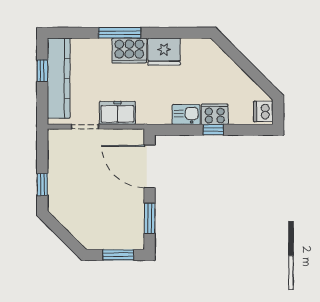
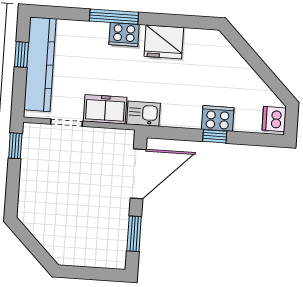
cooker: (129, 51) -> (124, 35), width x0.73, depth x0.76
kitchen sink: (186, 115) -> (143, 114), moved
door: (150, 166) -> (138, 174), swing flipped
window: (42, 184) -> (15, 146), moved
window: (118, 255) -> (95, 274), removed

